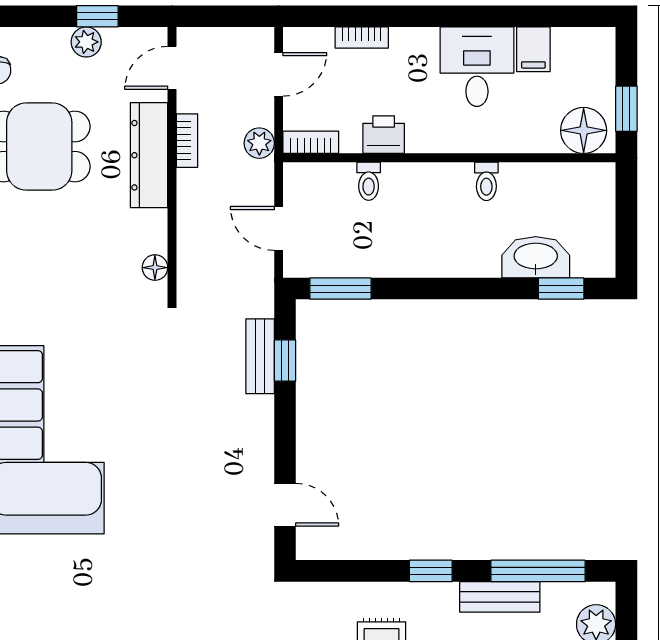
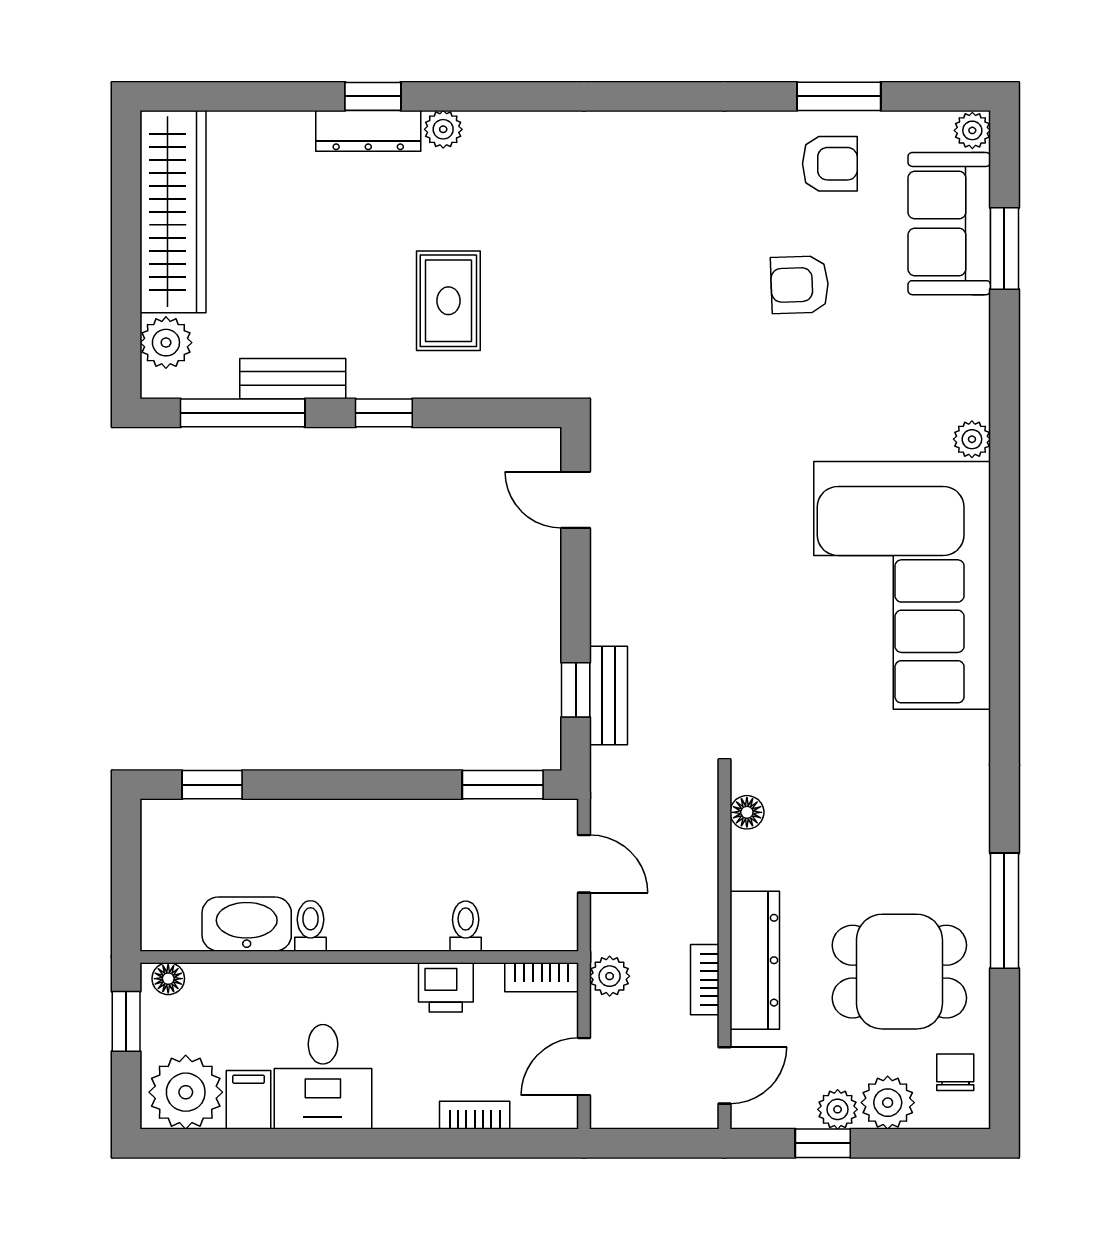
plant: (48, 47) -> (888, 1103), added
plant: (581, 55) -> (186, 1092), added
floor lamp: (584, 130) -> (168, 979), width x0.53, depth x0.53
washbasin: (536, 257) -> (247, 924), moved, turned 180

